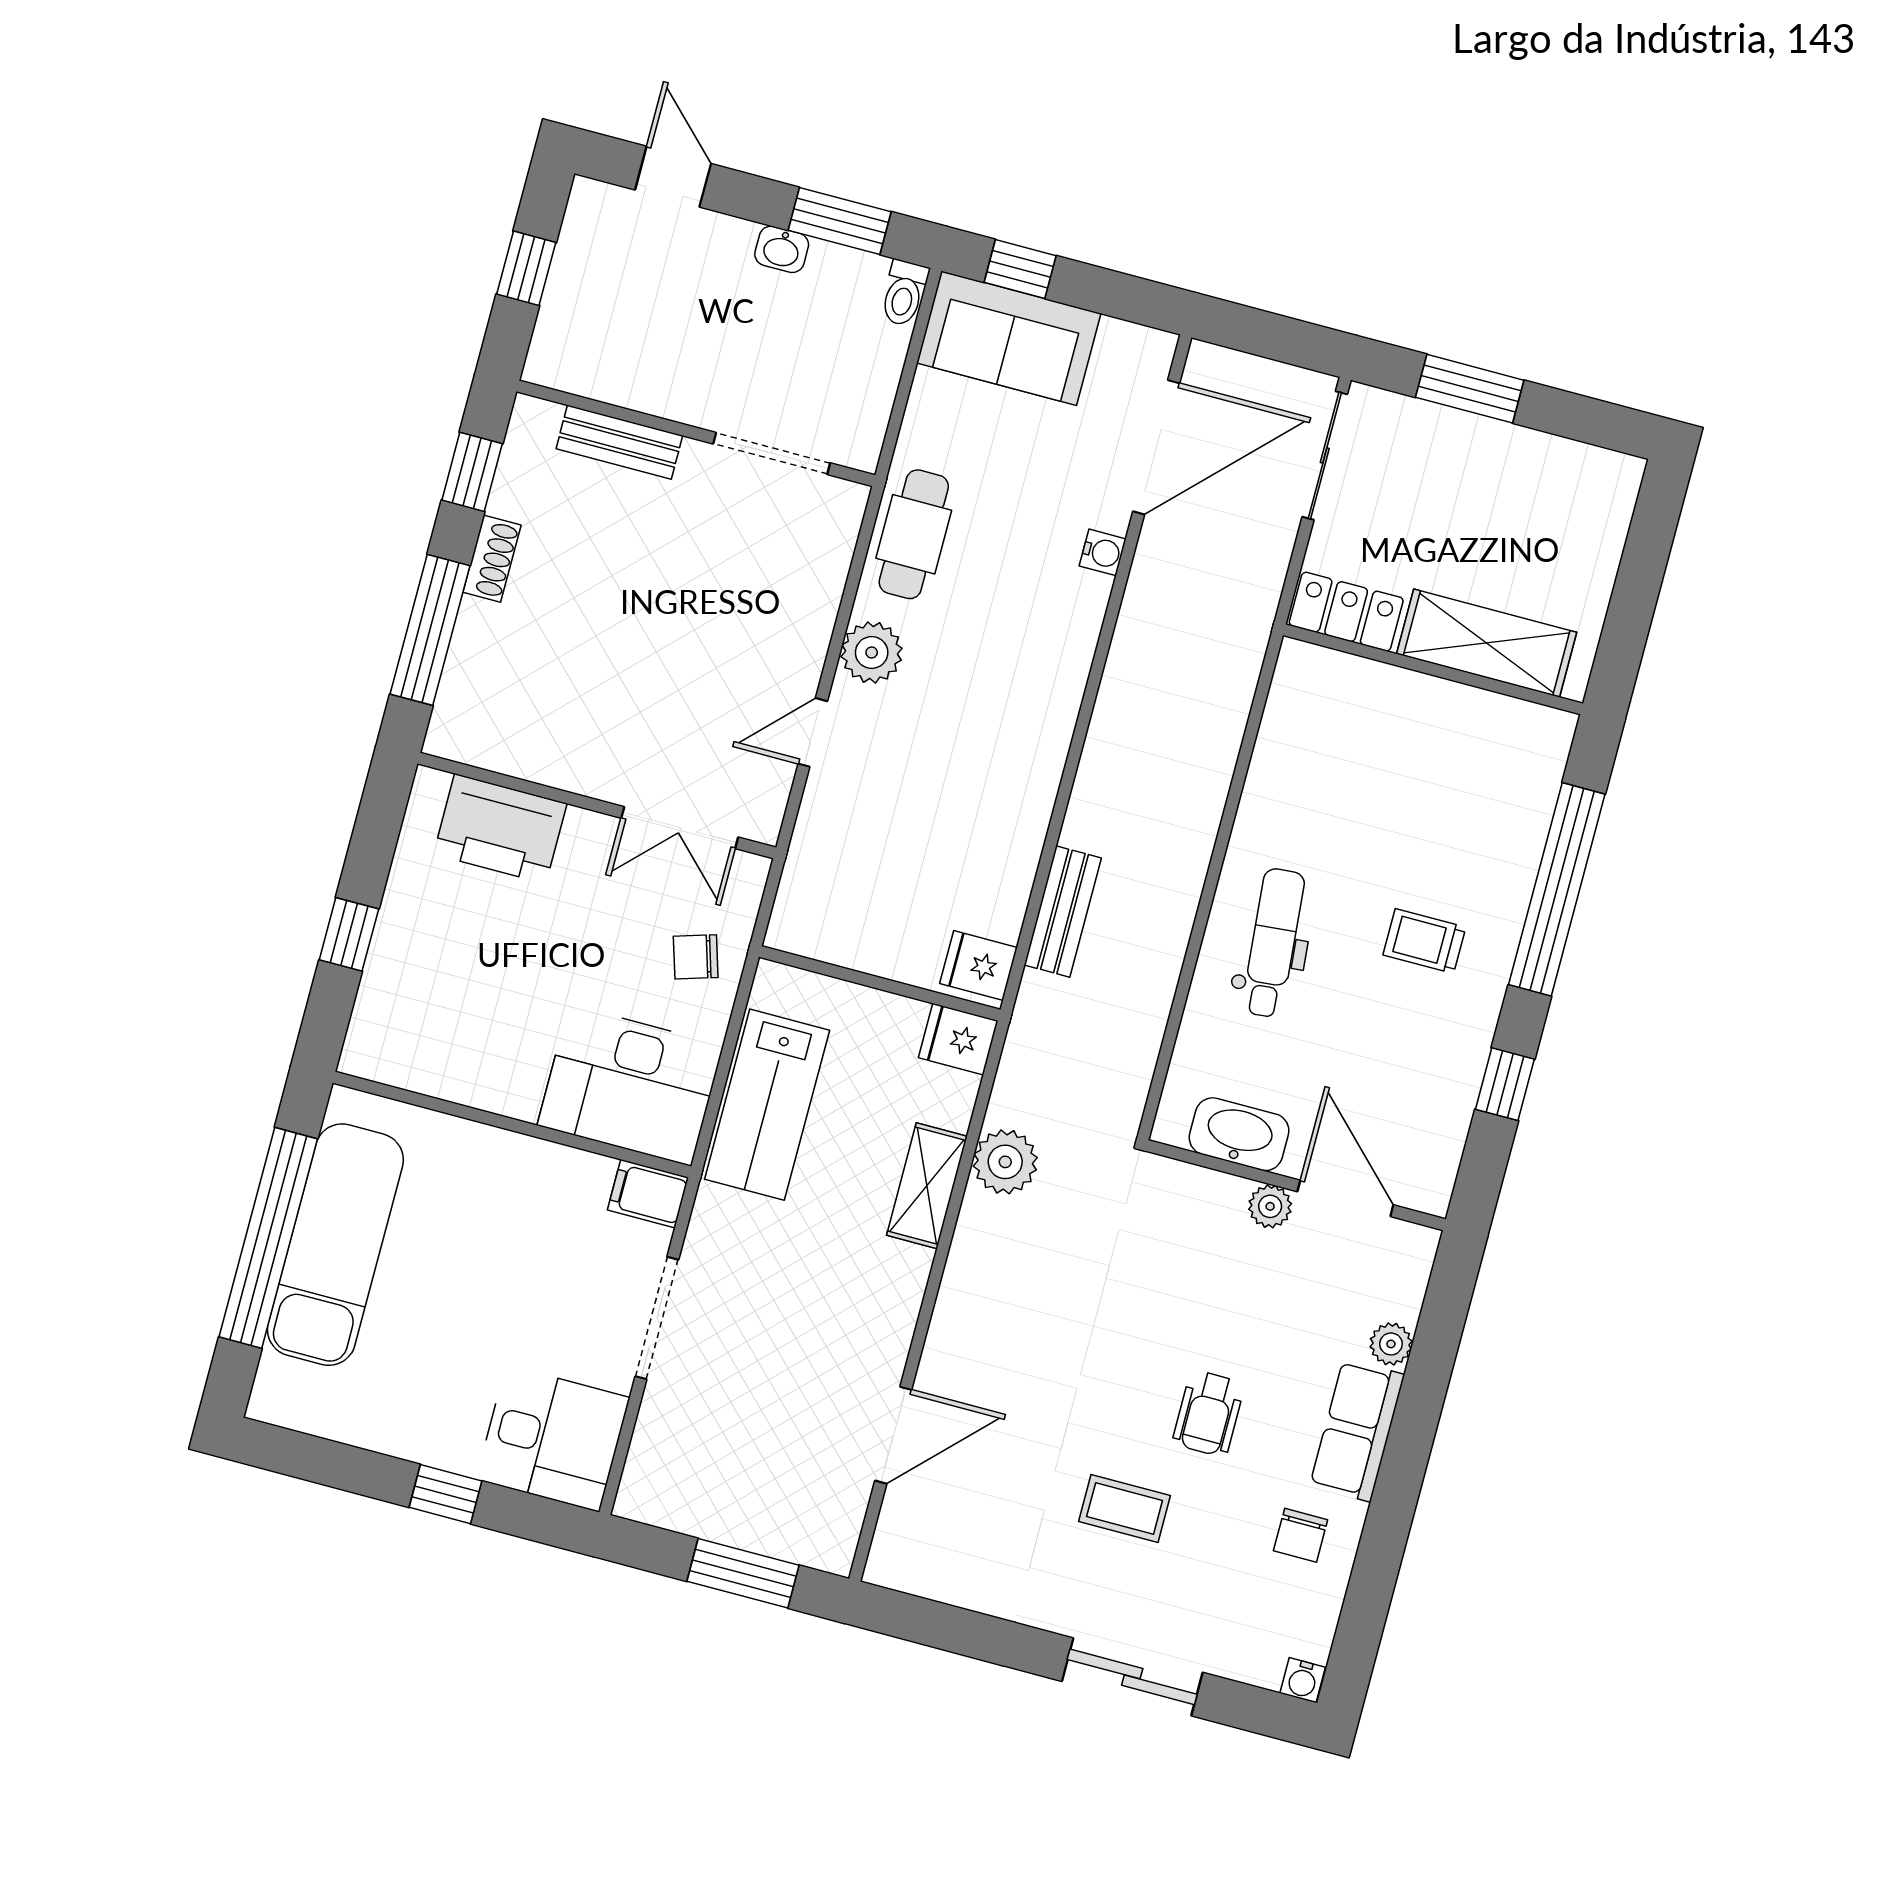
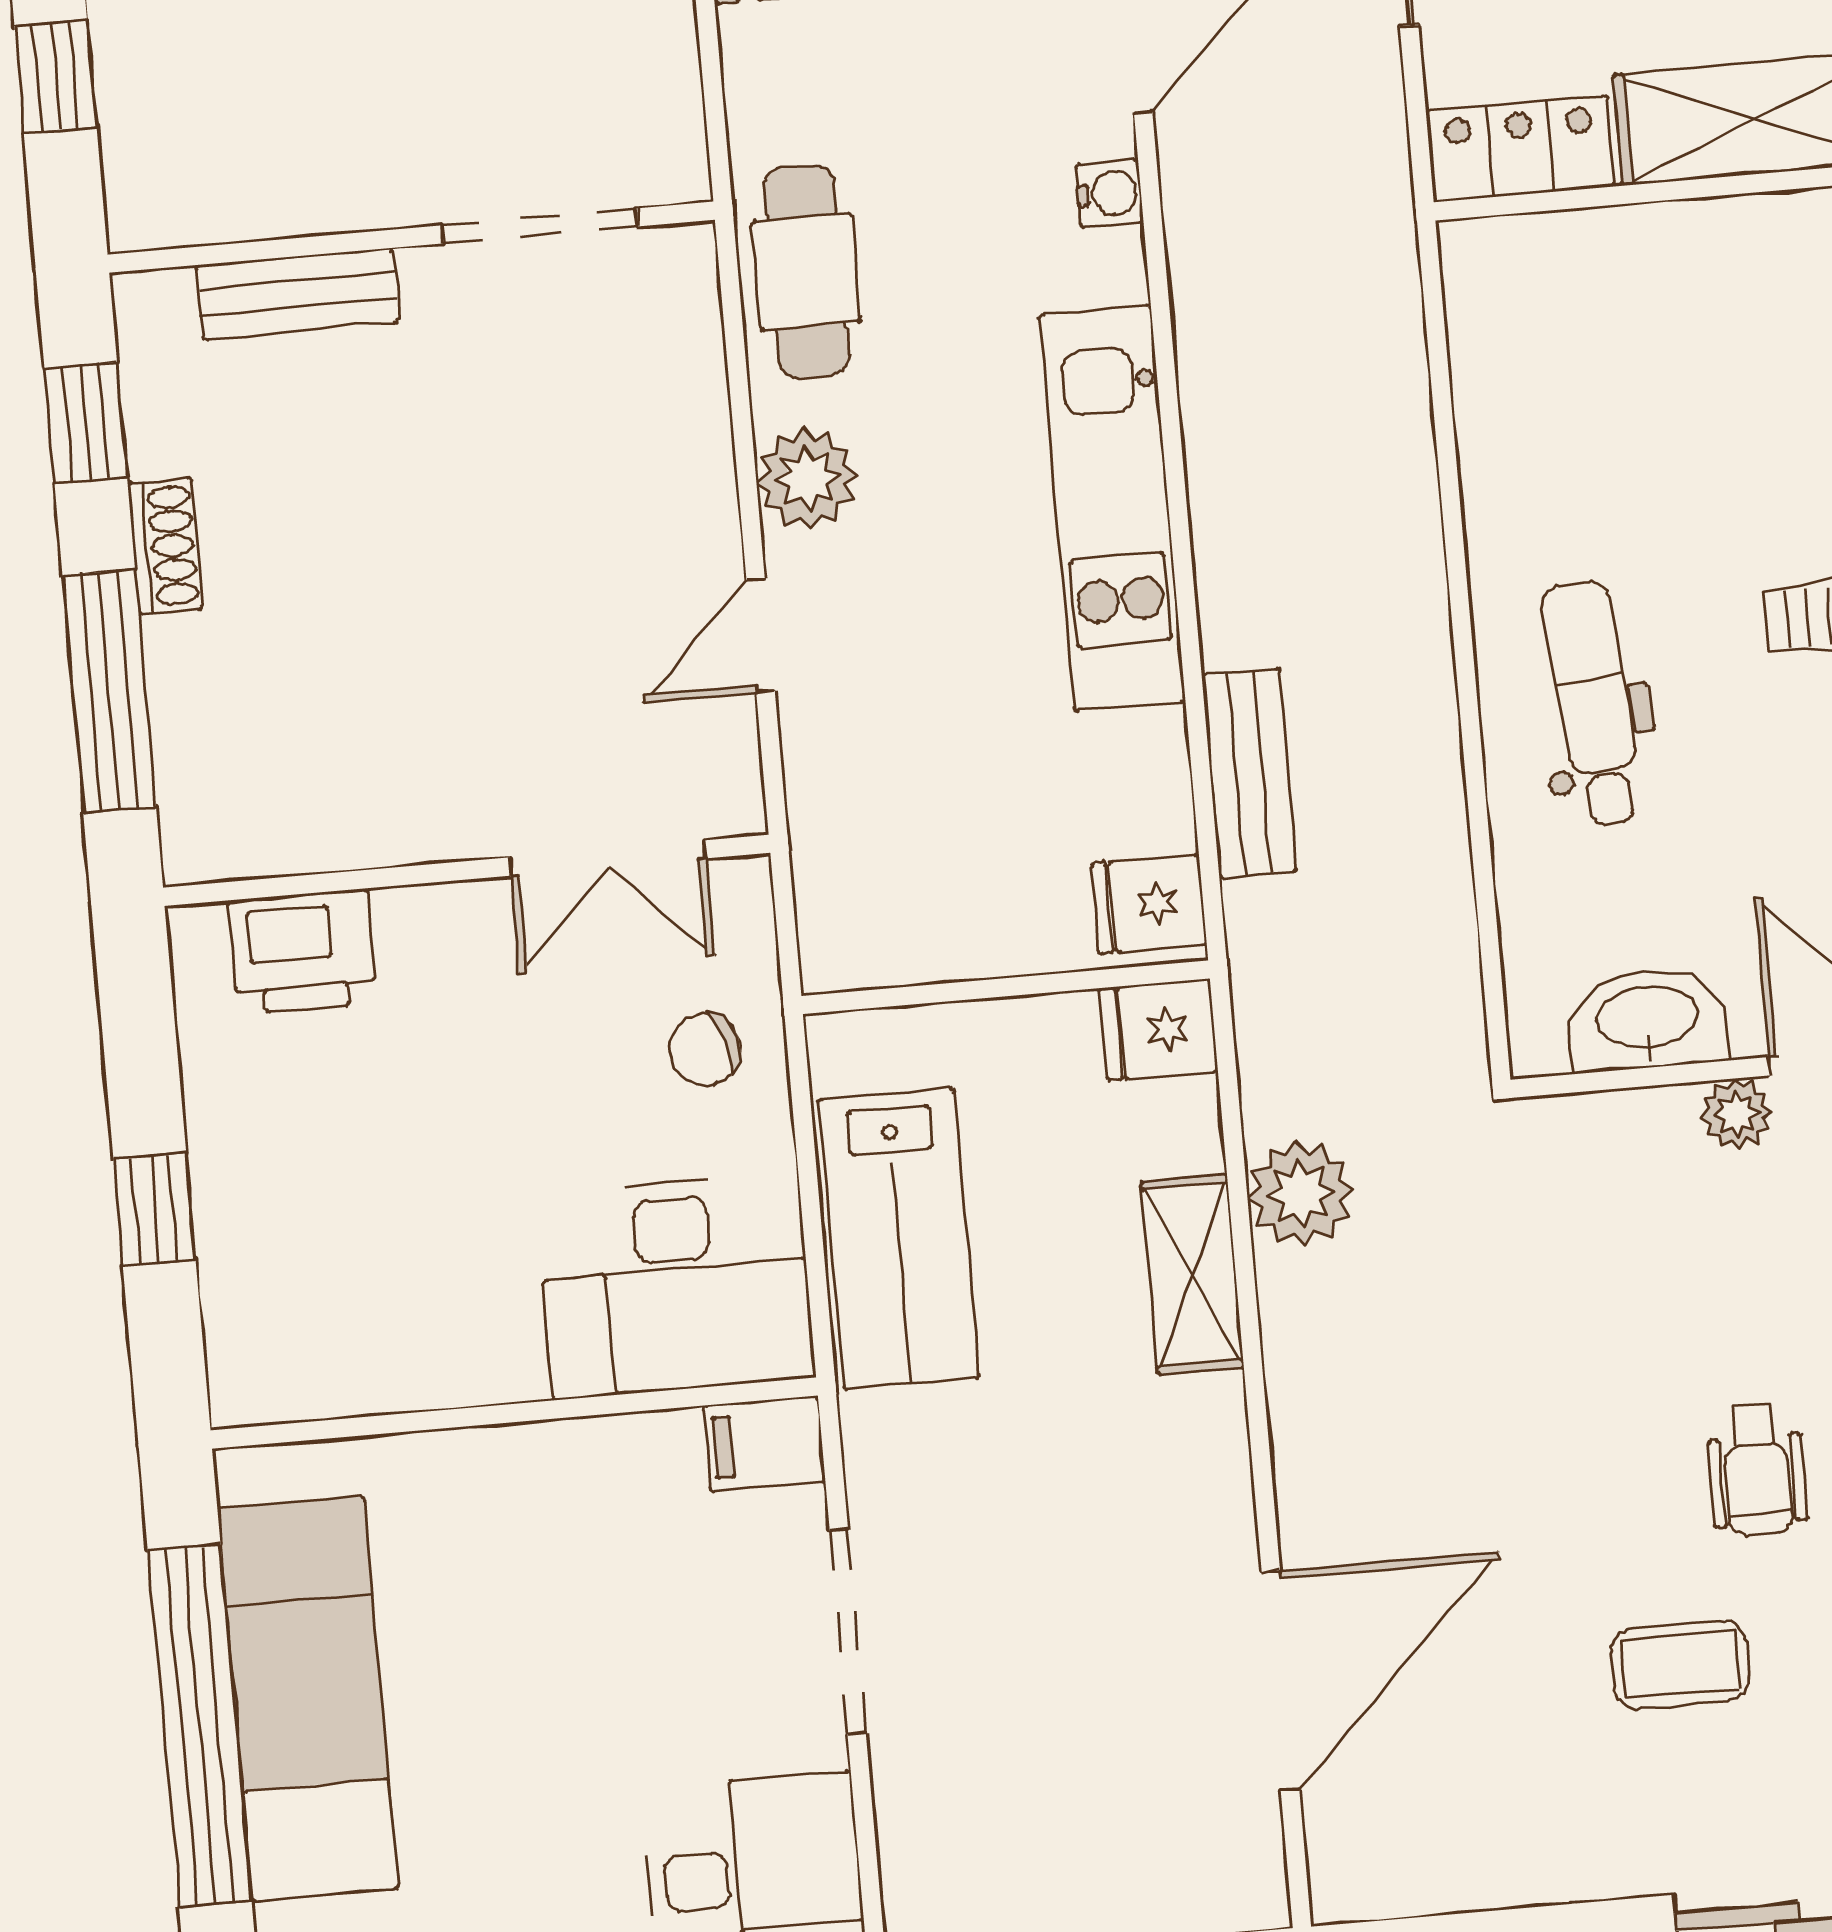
kitchen unit: (1039, 733) -> (1112, 509), added
printer: (500, 829) -> (303, 952), width x0.73, depth x0.84
door: (893, 1435) -> (1280, 1681), width x1.36

